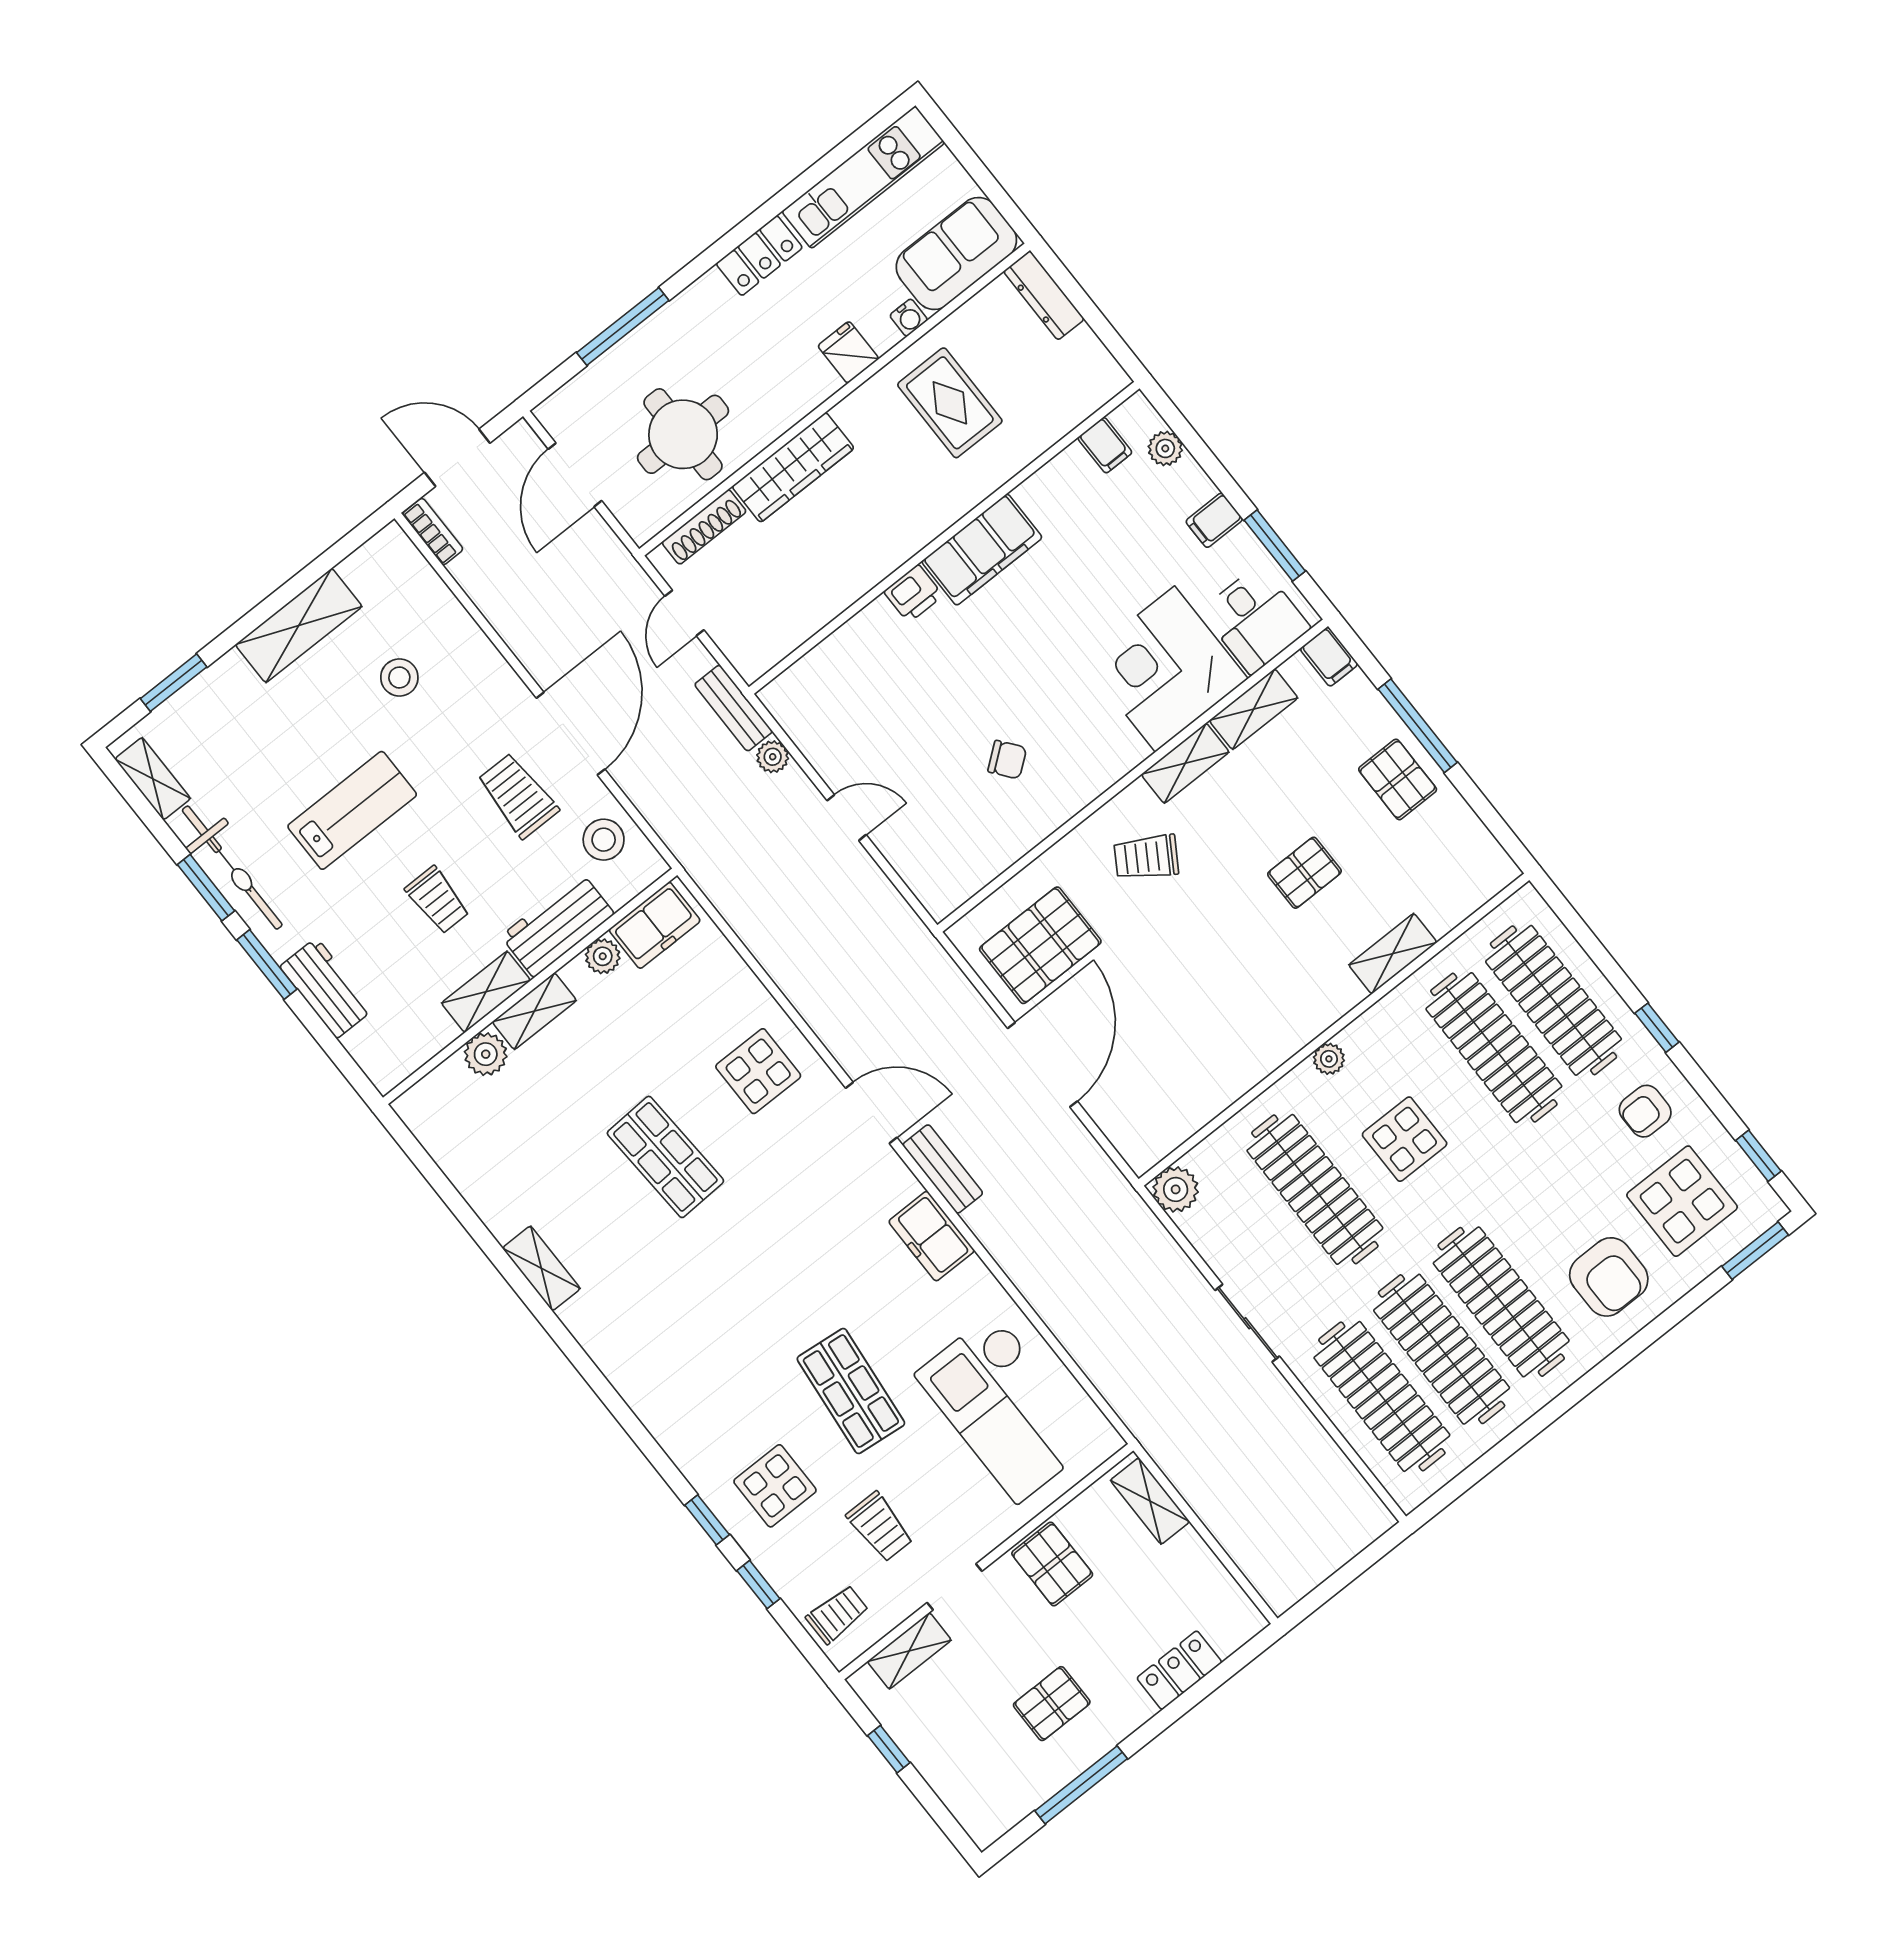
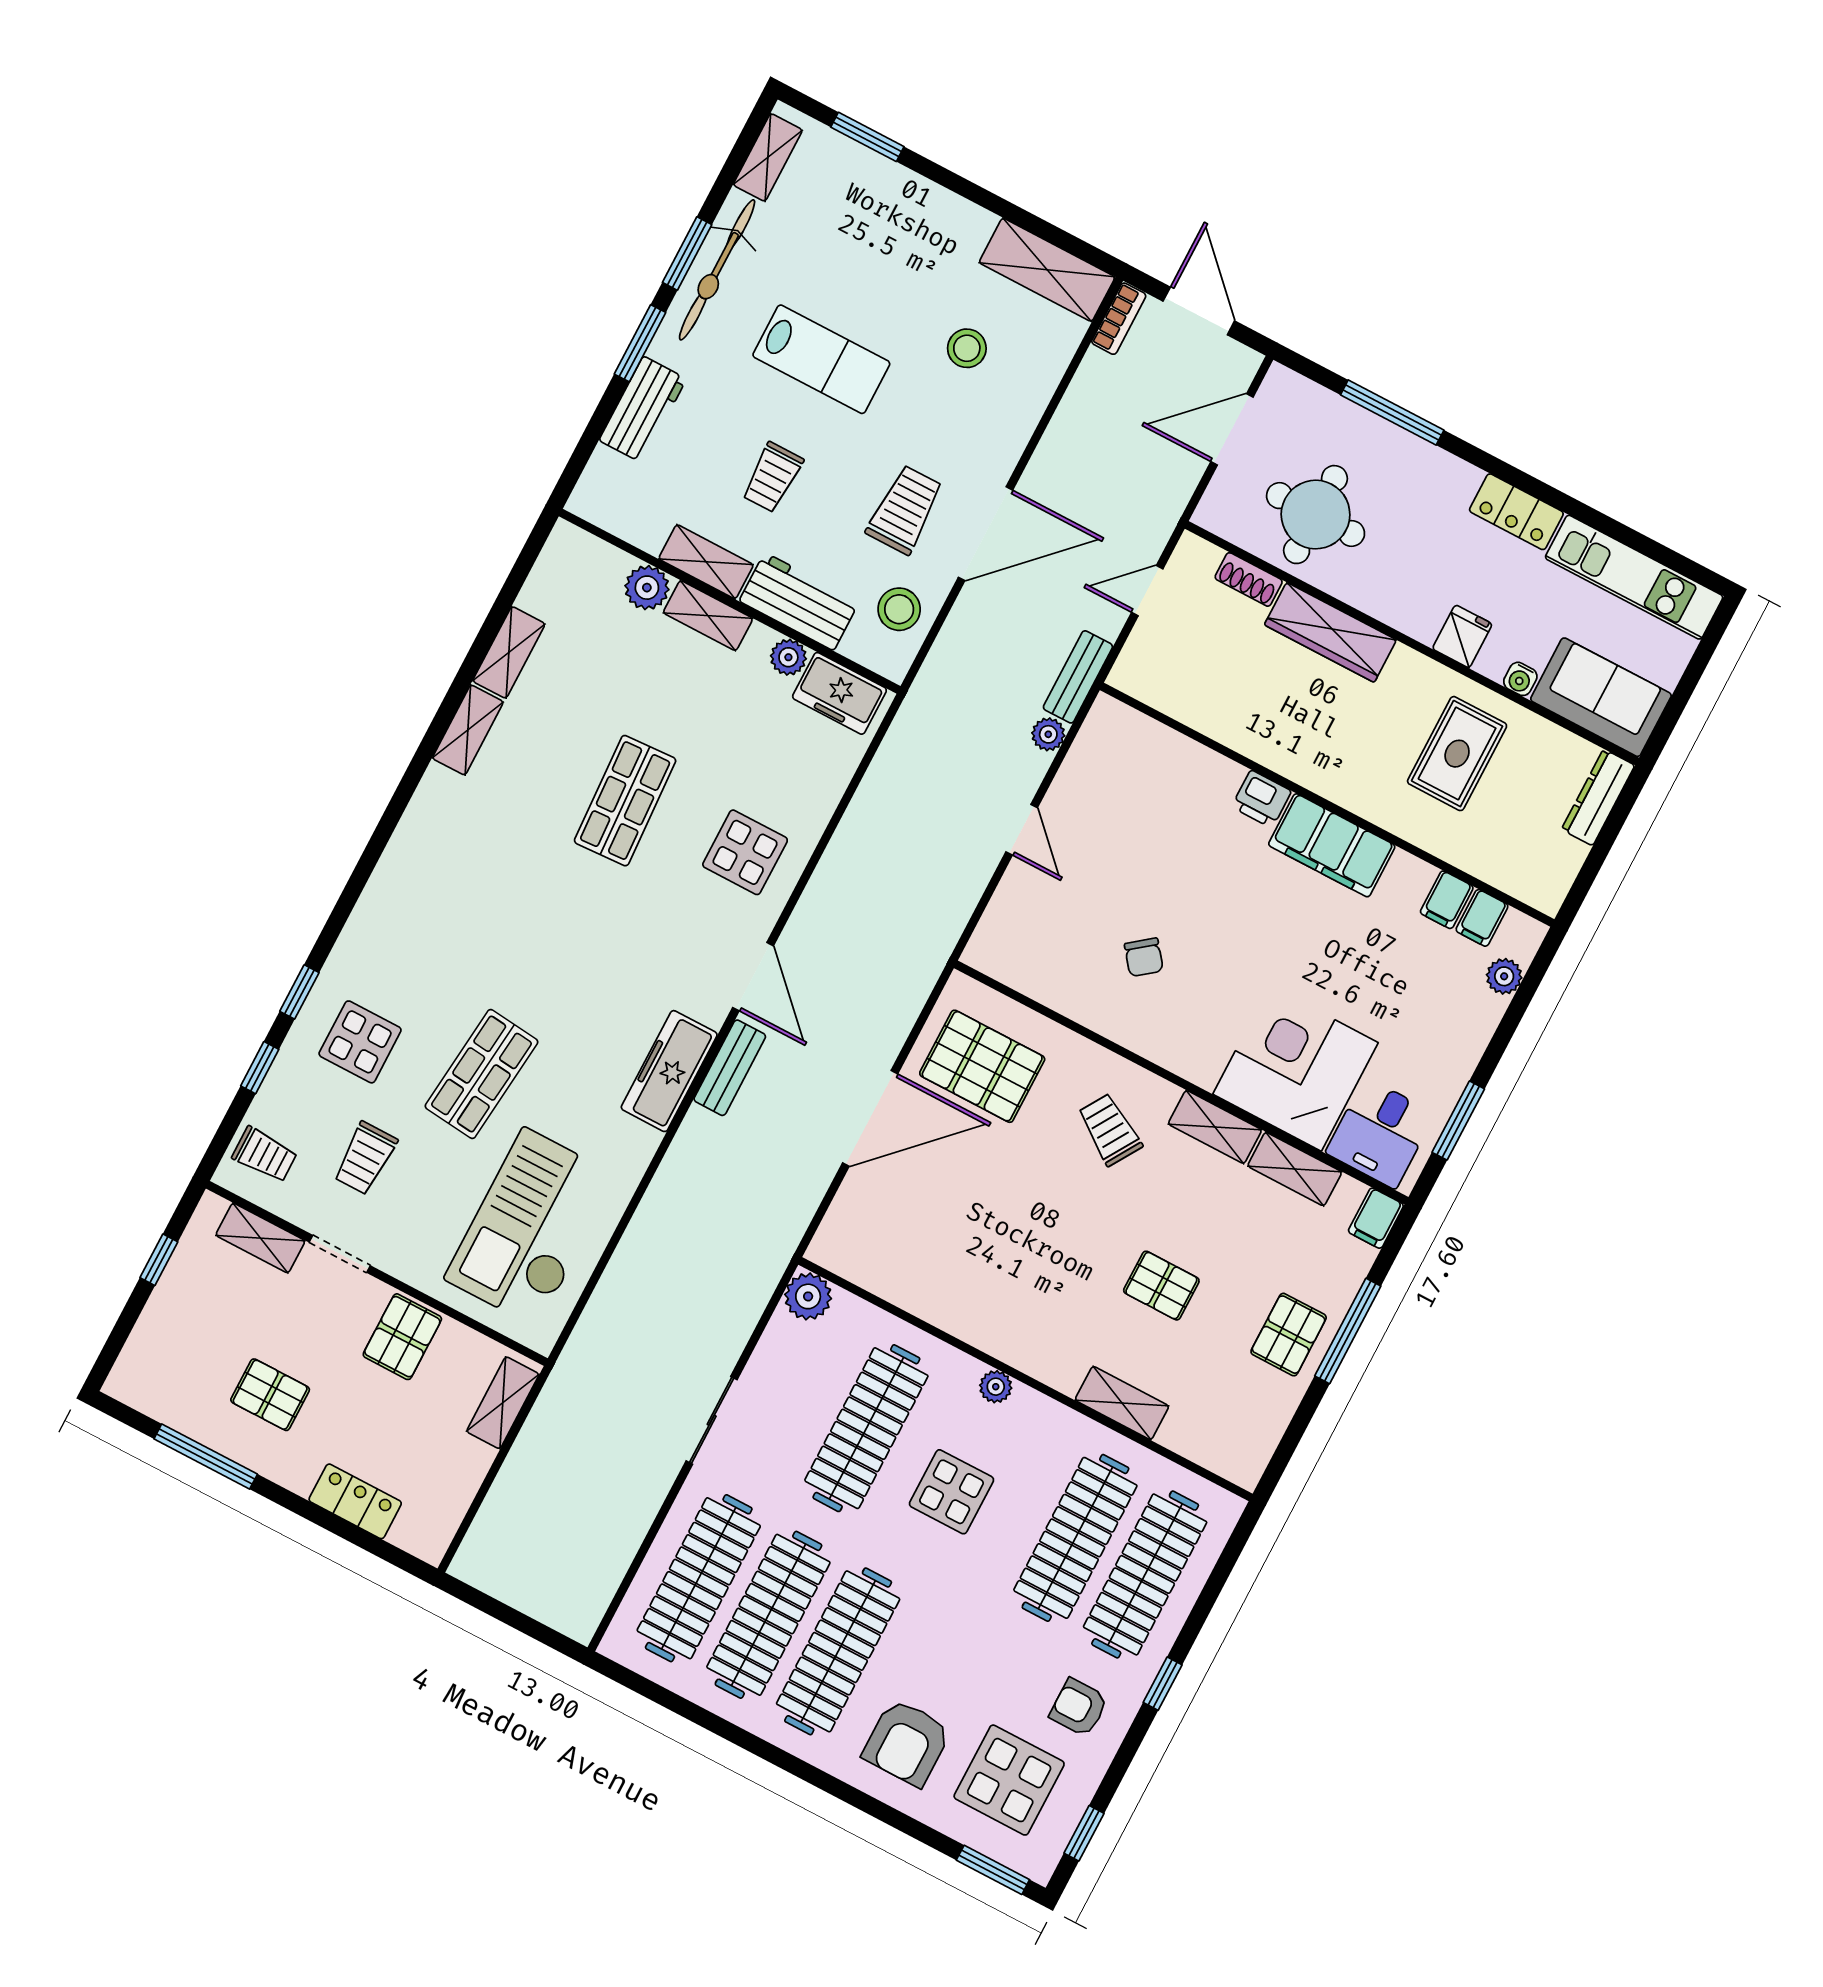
filing cabinet: (1214, 520) -> (1447, 900), moved, turned -90
shoe rack: (704, 527) -> (1249, 579), width x0.70
shelving: (299, 625) -> (1047, 270), moved
shelving: (489, 1202) -> (509, 652), added
freezer: (932, 1236) -> (669, 1071), width x1.40

